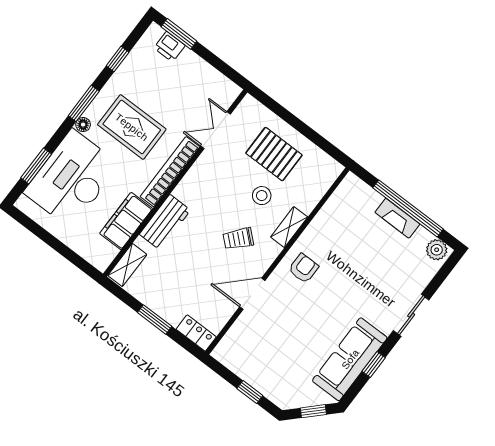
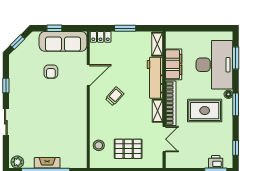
window: (118, 59) -> (236, 148), moved
stool: (262, 196) -> (99, 145), moved
workbench: (165, 222) -> (155, 78), width x1.38
shelving: (289, 227) -> (158, 111), moved
armchair: (304, 268) -> (51, 72), moved
sofa: (350, 359) -> (63, 41), moved, turned 90

